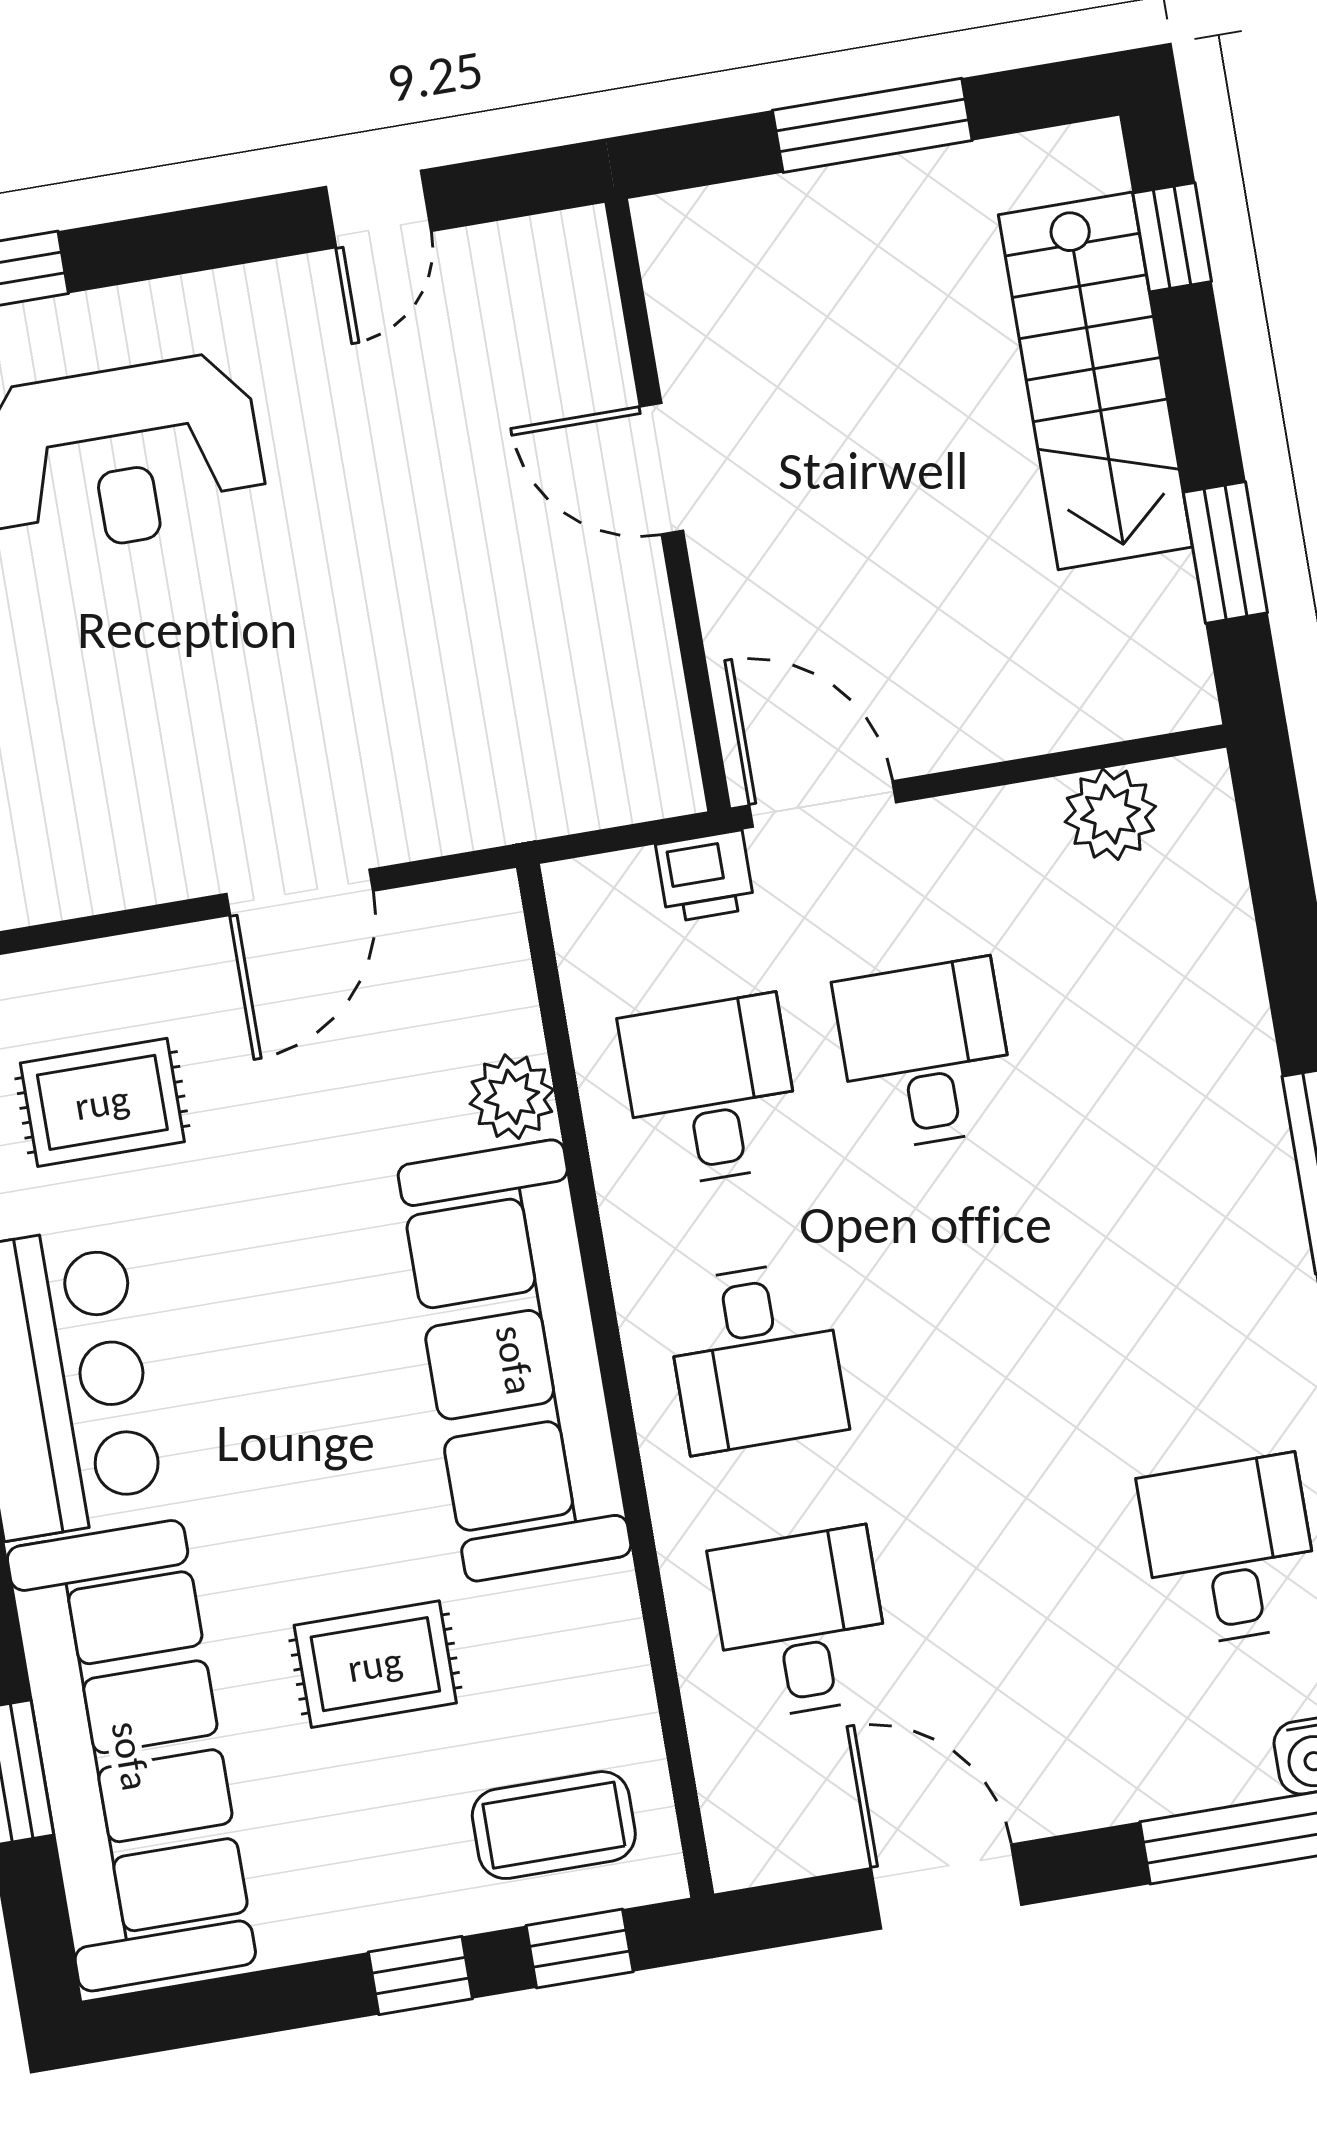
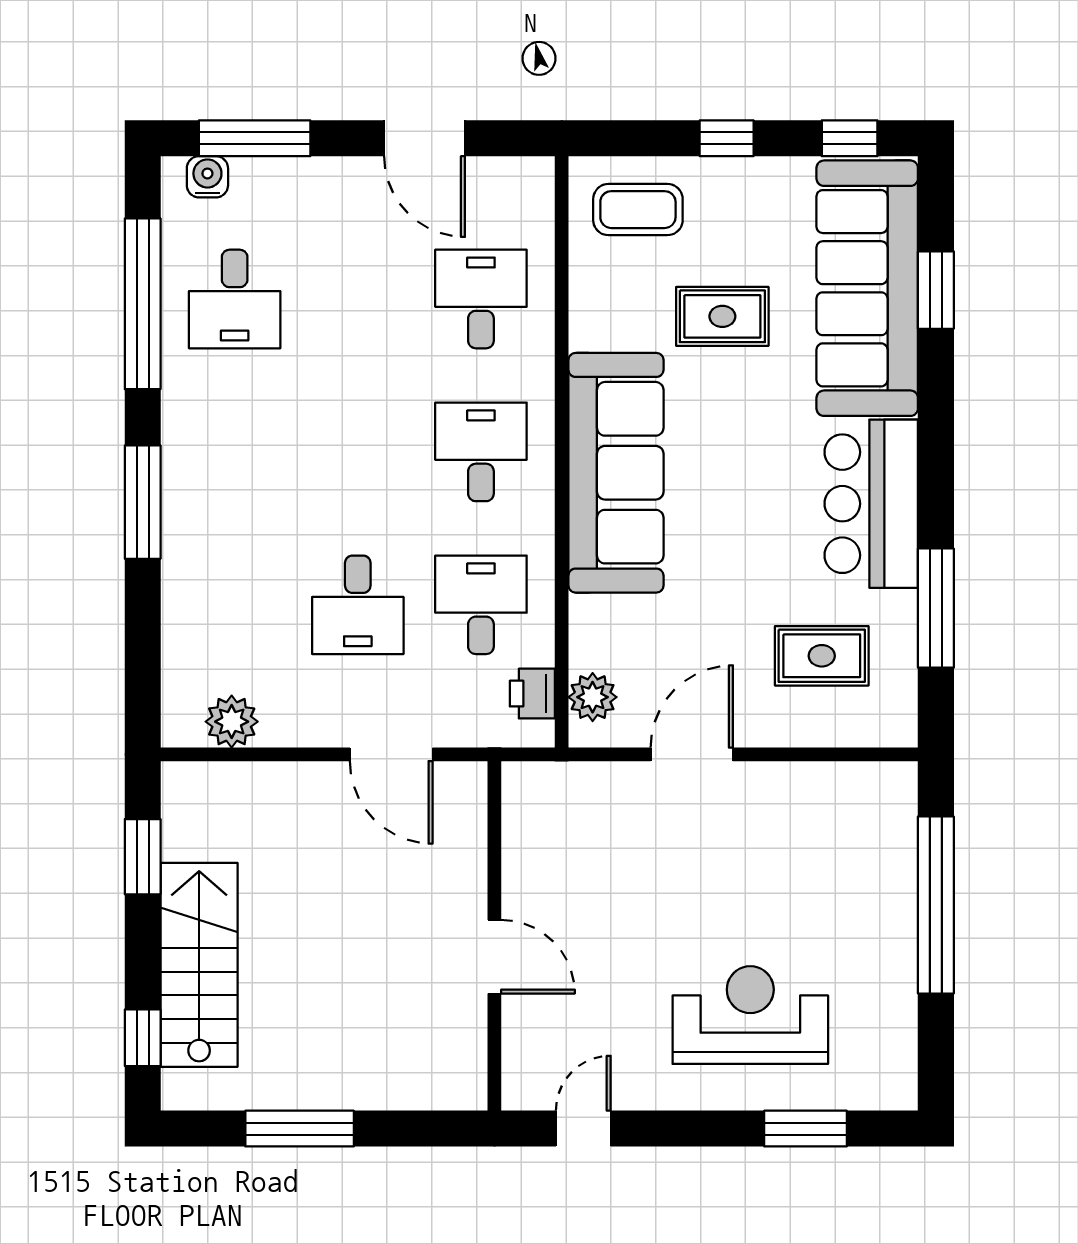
door: (662, 469) -> (494, 957), moved
wall: (668, 505) -> (494, 936), moved
printer: (705, 876) -> (532, 694), moved, turned -90
desk: (711, 1091) -> (481, 605), turned 180
plant: (512, 1097) -> (593, 697), moved
desk: (801, 1623) -> (481, 299), turned 180
window: (580, 1949) -> (850, 138), moved

